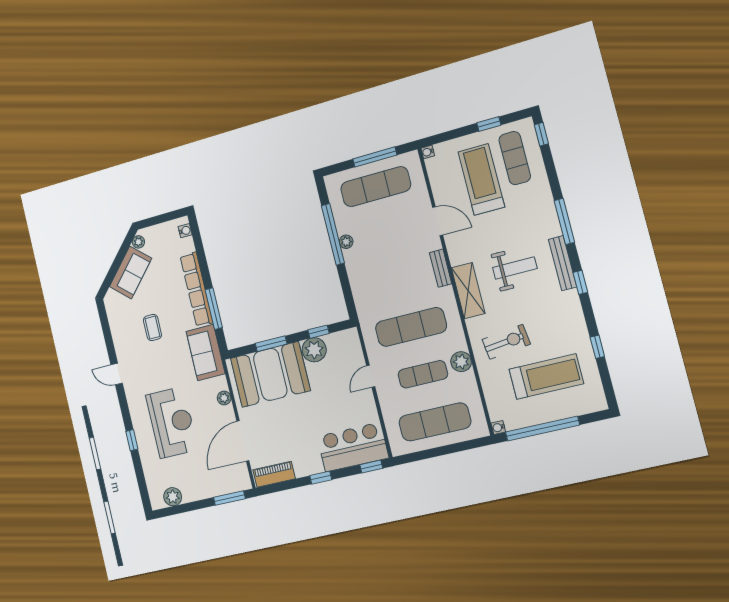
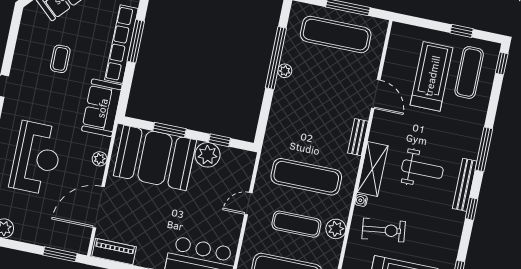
water cooler: (428, 152) -> (361, 200), moved
window: (214, 309) -> (136, 41), moved

